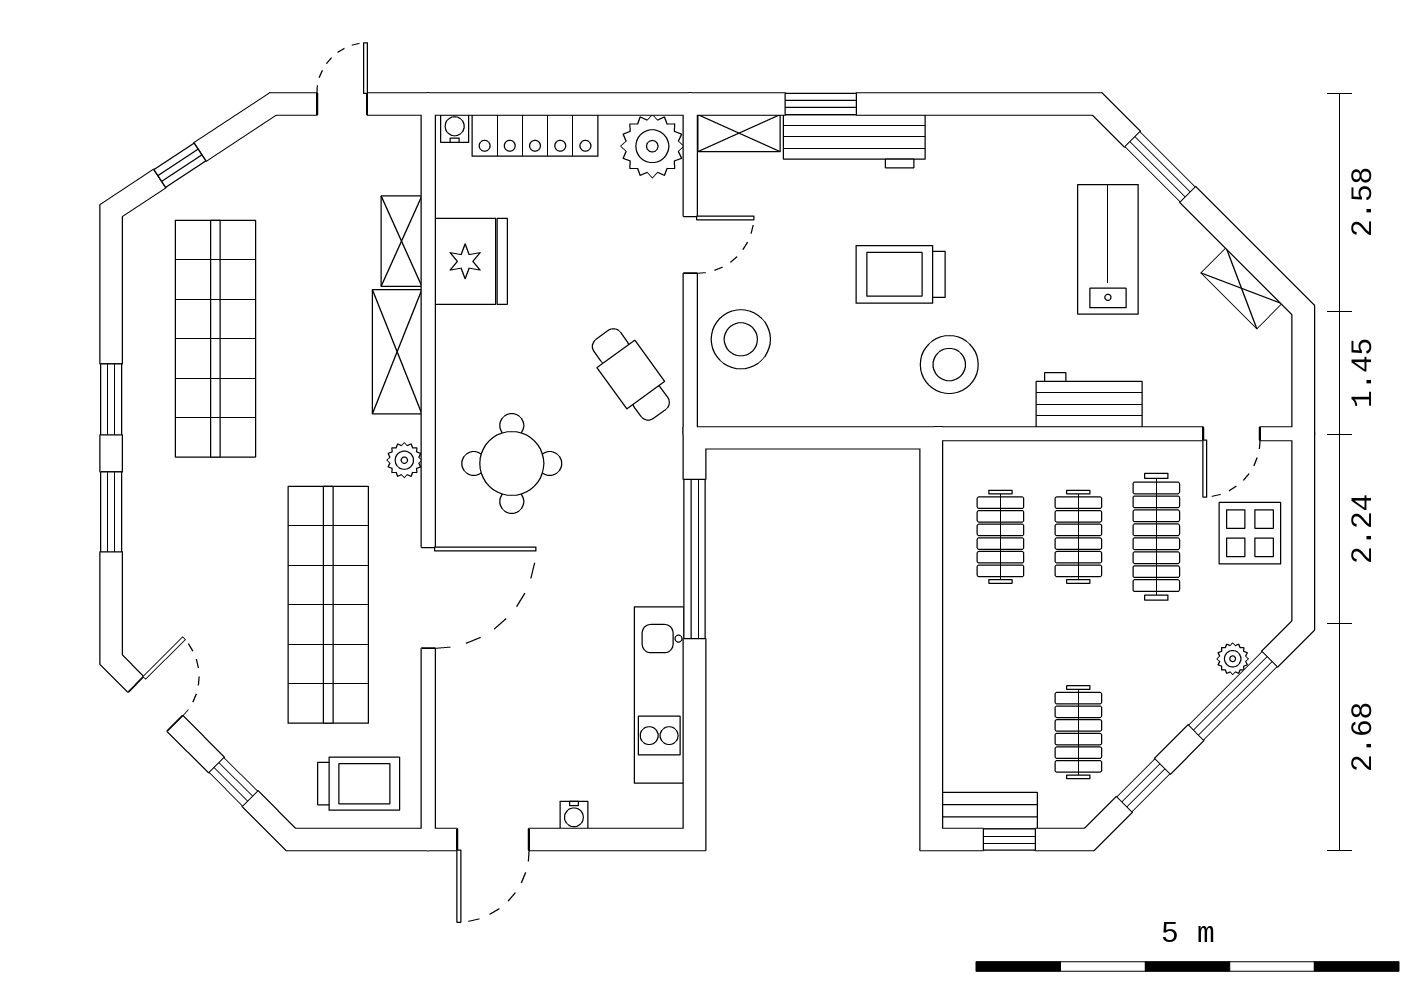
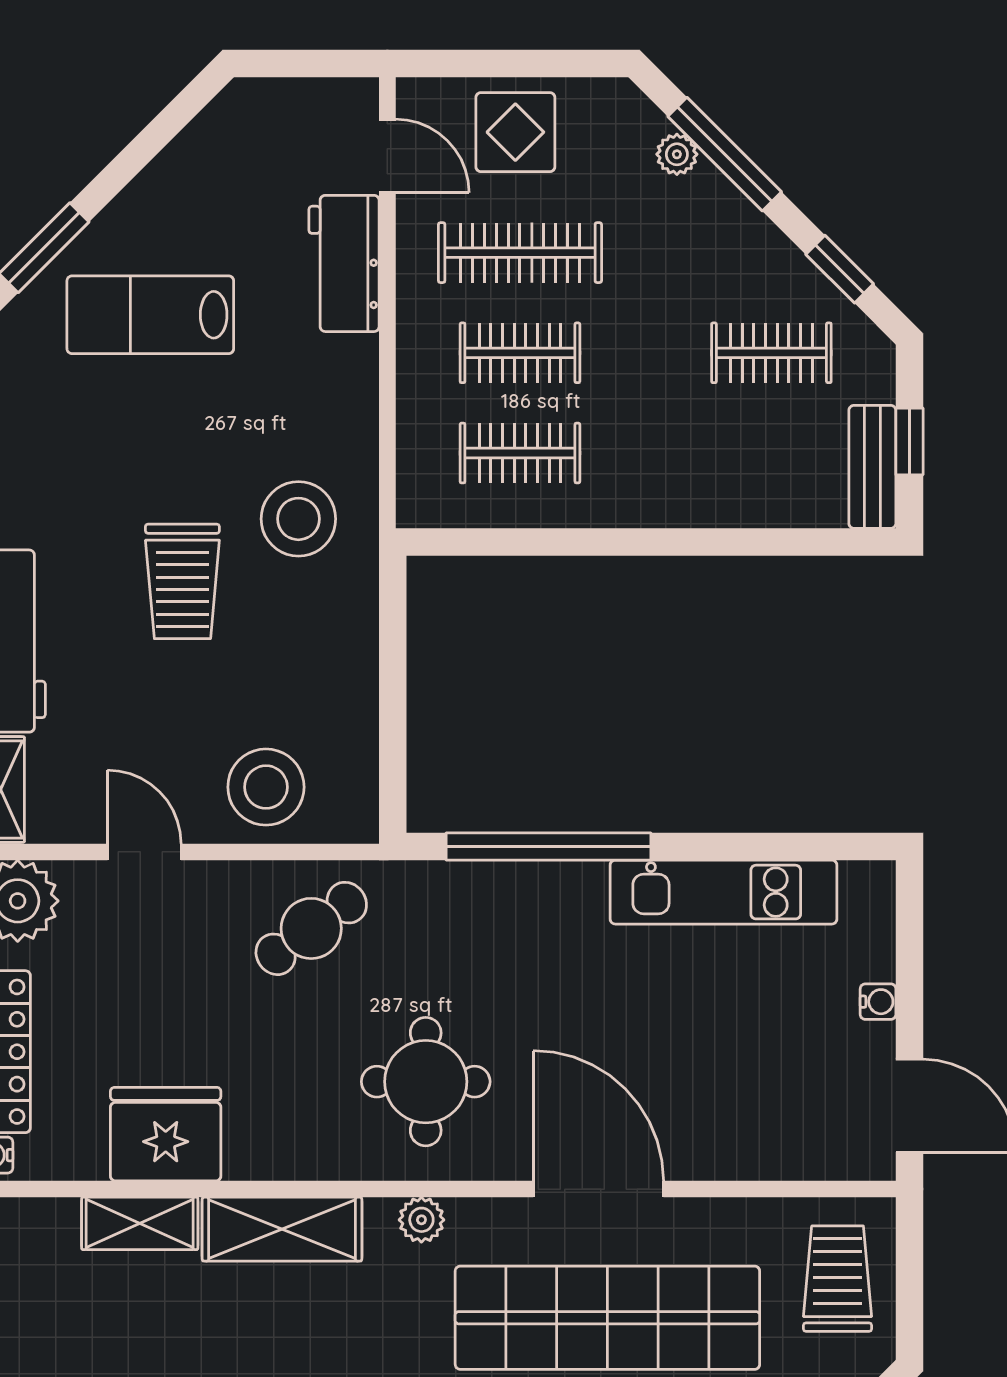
shelving: (1241, 288) -> (200, 143), removed
workbench: (1089, 400) -> (344, 263), moved

